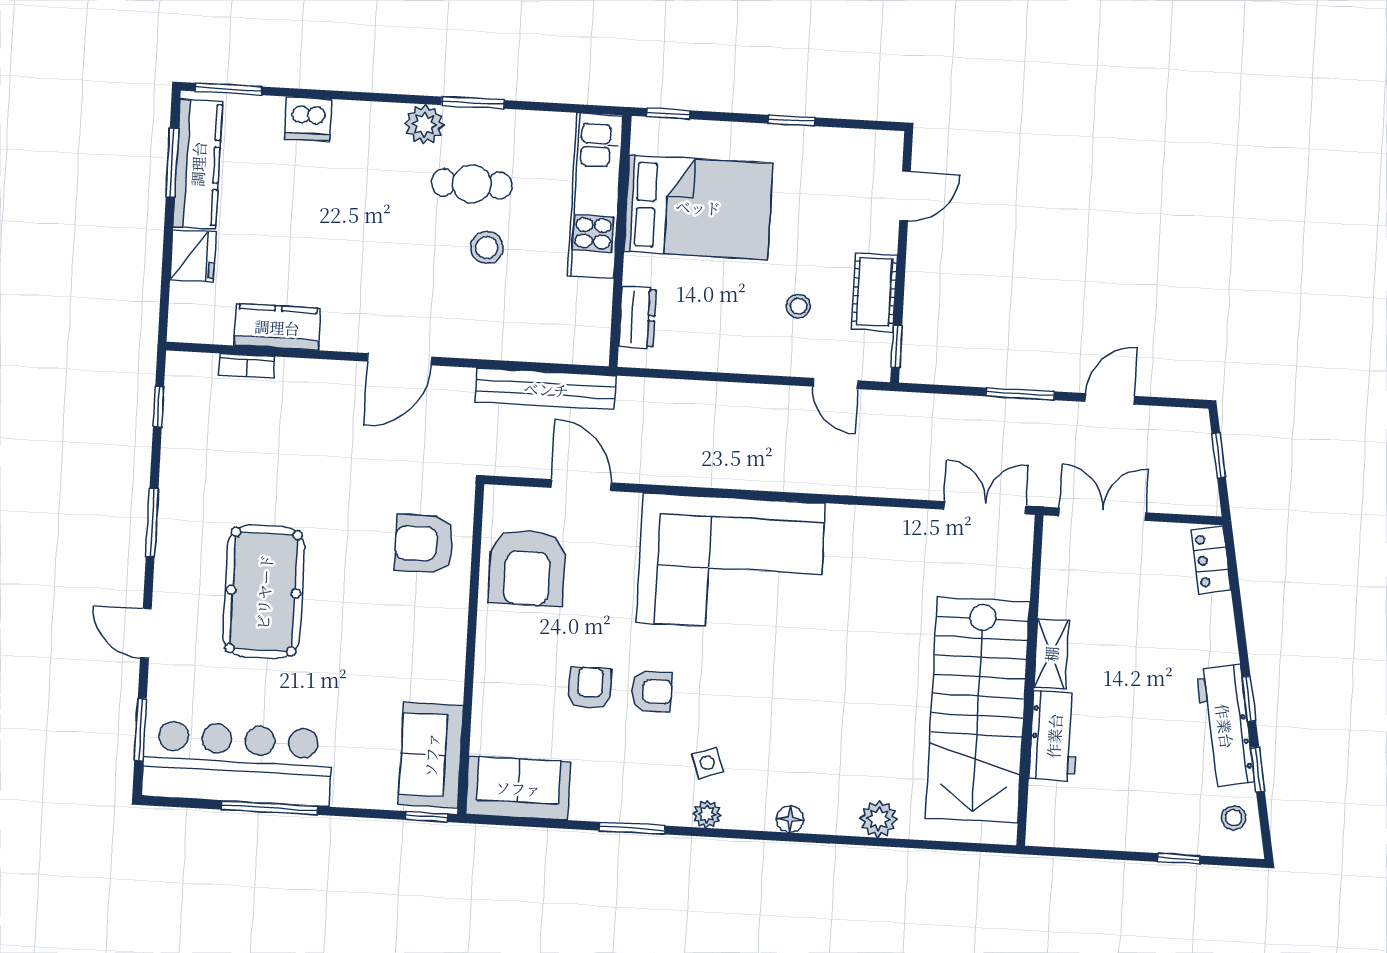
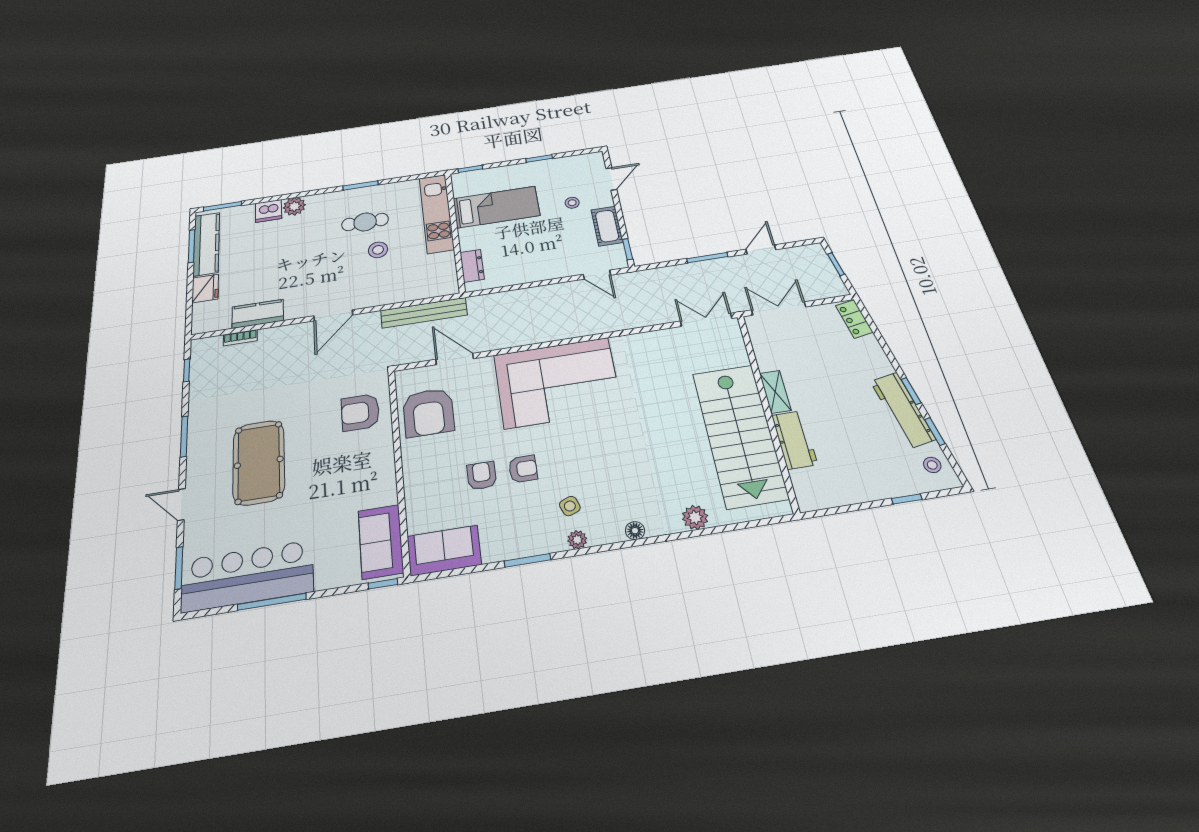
plant: (424, 124) -> (294, 206), moved
bed: (698, 207) -> (496, 207), width x0.67
stool: (798, 306) -> (572, 203), moved

